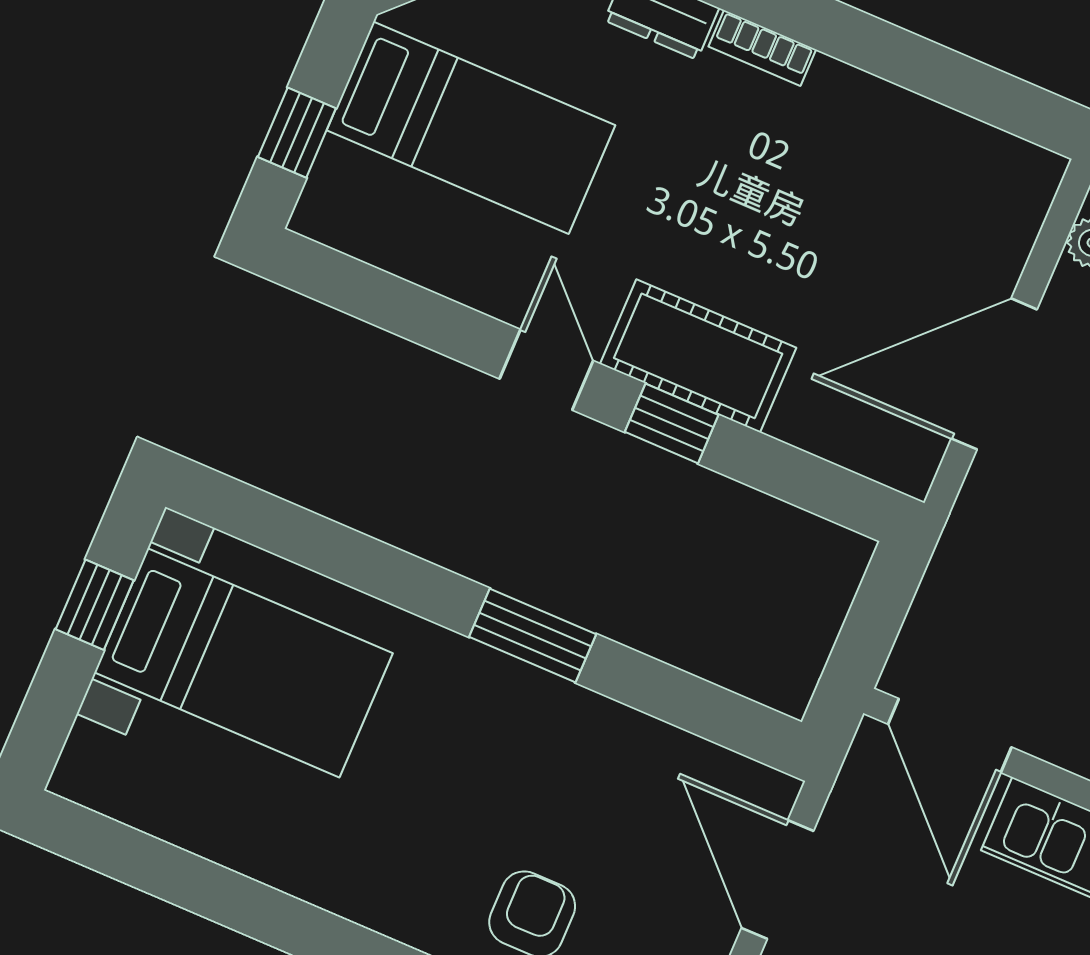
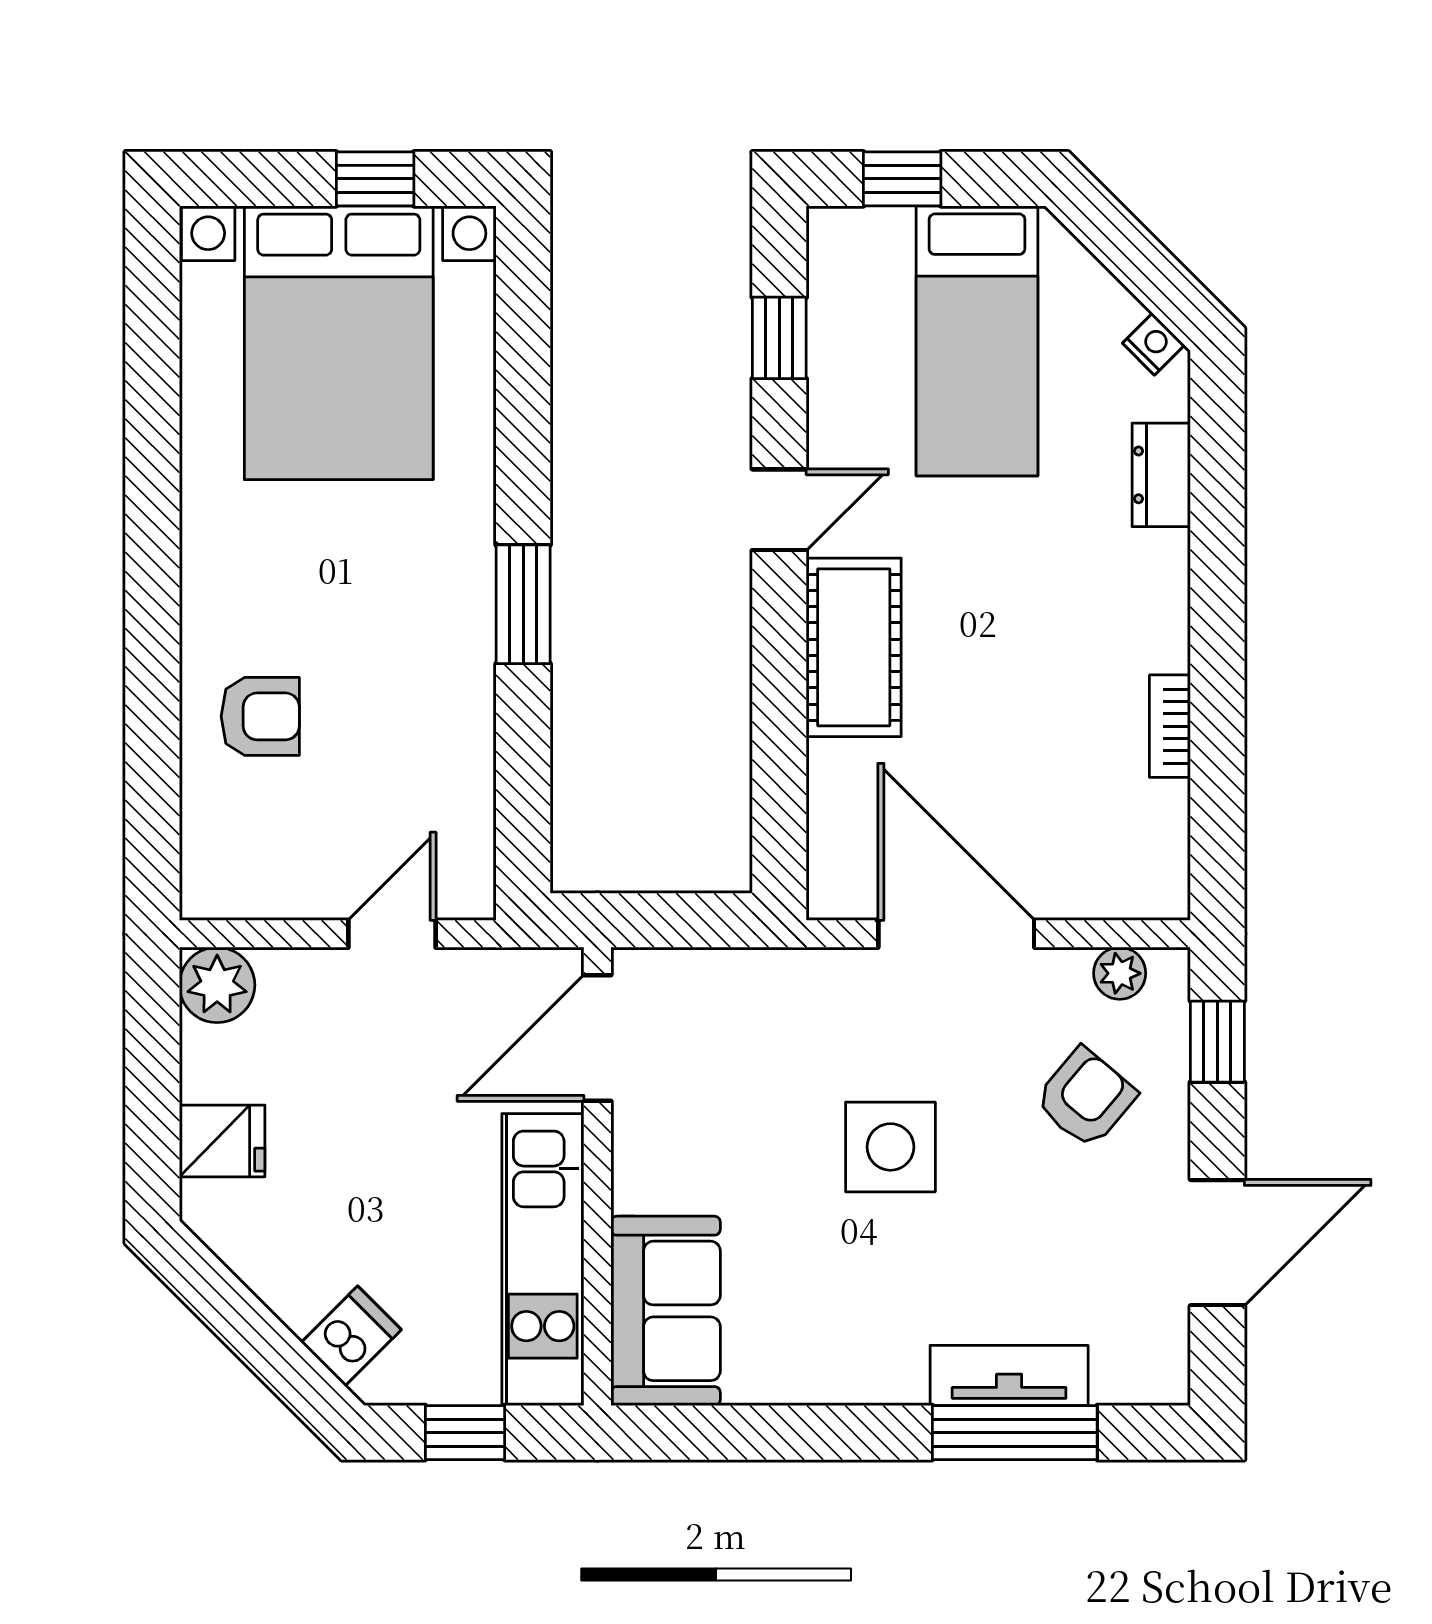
bookcase: (762, 48) -> (1170, 726), moved
window: (672, 423) -> (779, 338), moved
bed with nightstands: (243, 663) -> (339, 343), width x1.36
door: (777, 880) -> (392, 934), width x0.73

